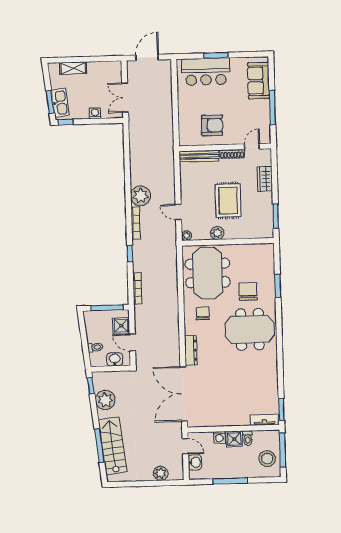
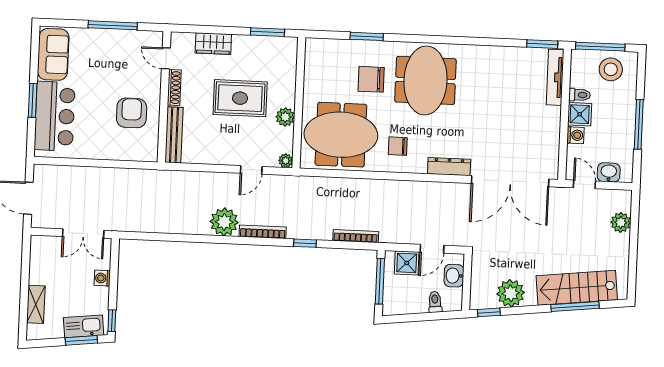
sofa: (259, 81) -> (53, 54), moved, turned -90
tv unit: (264, 420) -> (555, 77), width x1.41
door: (185, 446) -> (584, 184), hinge flipped

